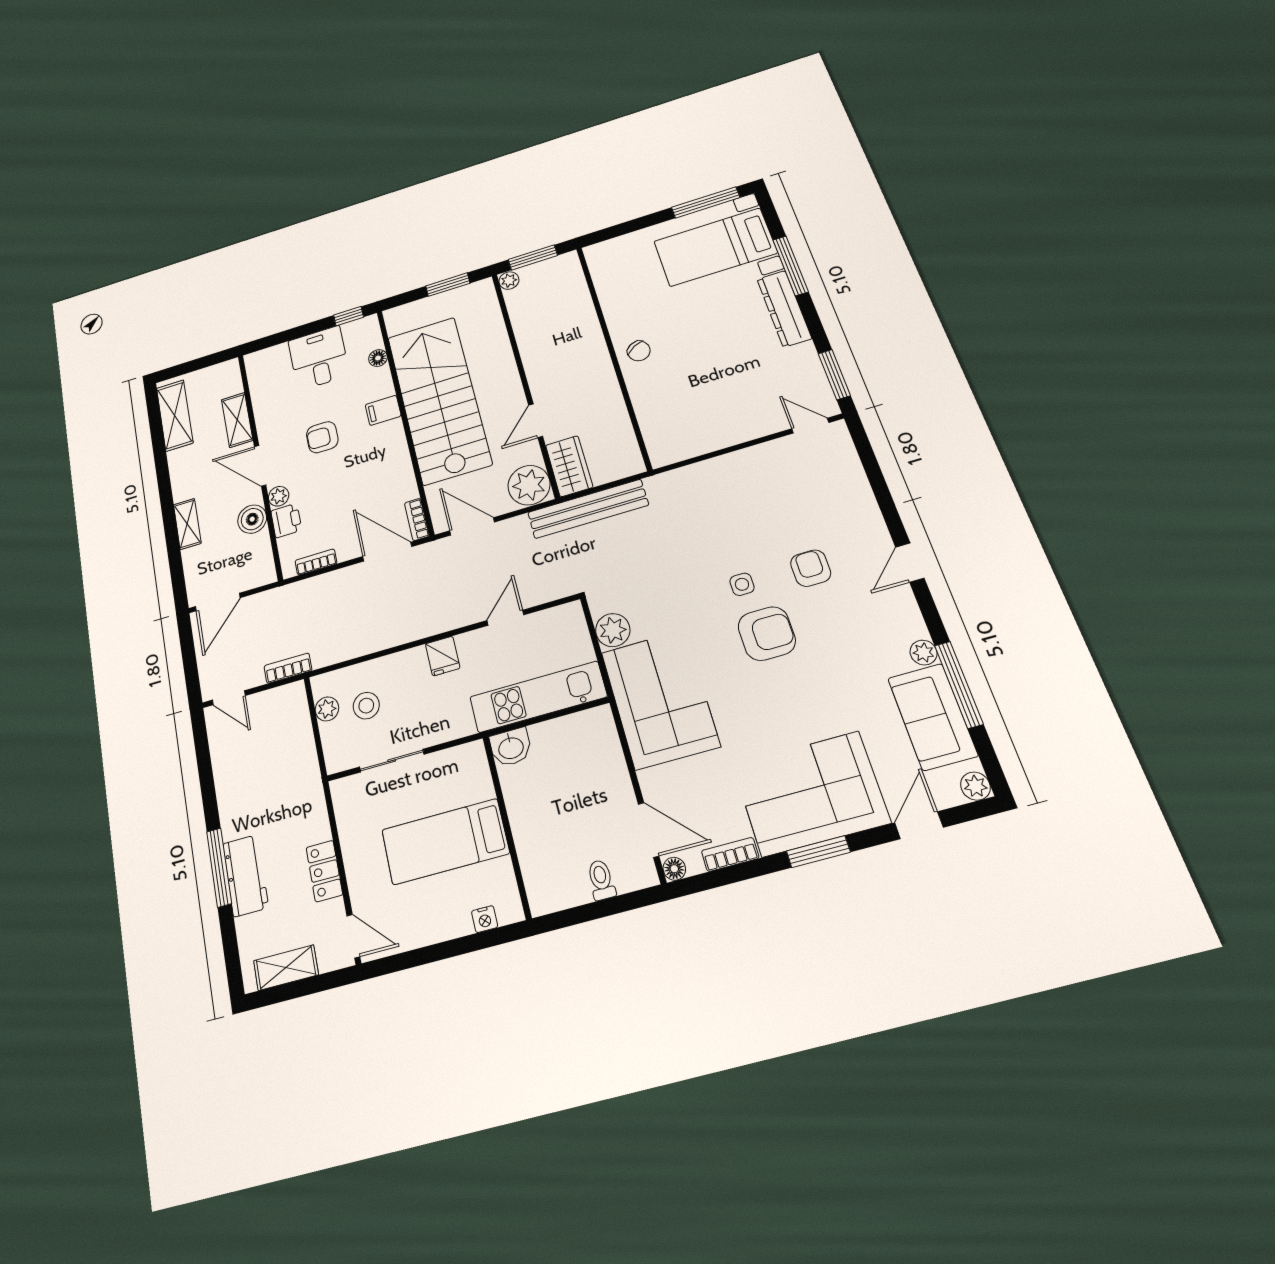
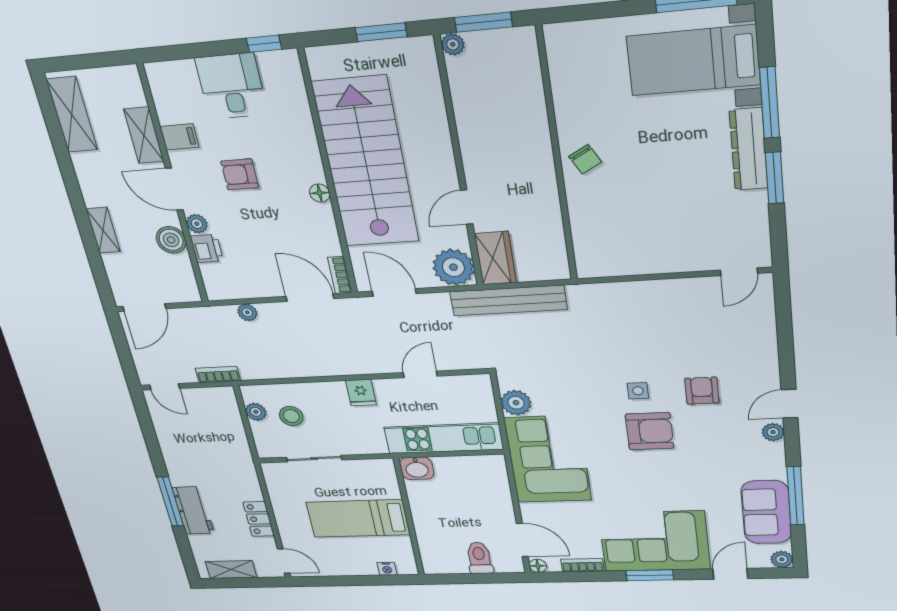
floor lamp: (378, 358) -> (320, 193), moved
window: (834, 375) -> (775, 178), moved
filing cabinet: (383, 410) -> (179, 137), moved, turned 180
door: (810, 426) -> (739, 272), swing flipped
bookcase: (316, 562) -> (239, 292), removed
plant: (323, 584) -> (247, 312), added
plant: (924, 653) -> (773, 432), moved
toilet: (601, 880) -> (479, 558), width x1.37, depth x1.39

